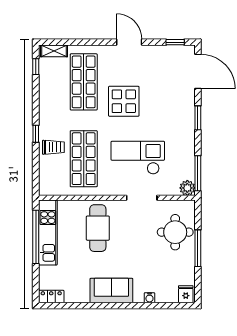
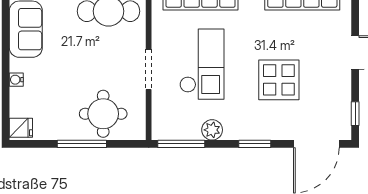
display table: (124, 101) -> (279, 80), moved
plant: (187, 188) -> (212, 130), moved

